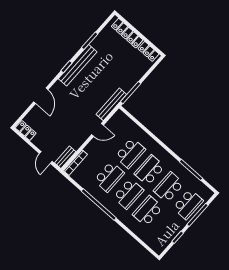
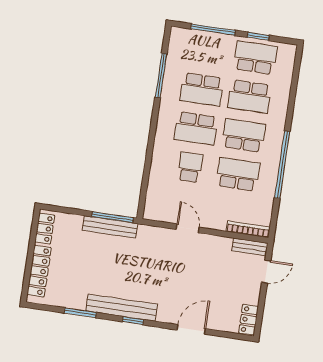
bench: (111, 104) -> (110, 227), moved
school desk: (130, 153) -> (190, 167), width x0.54
school desk: (188, 204) -> (255, 58), moved

